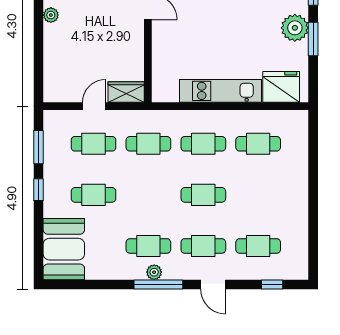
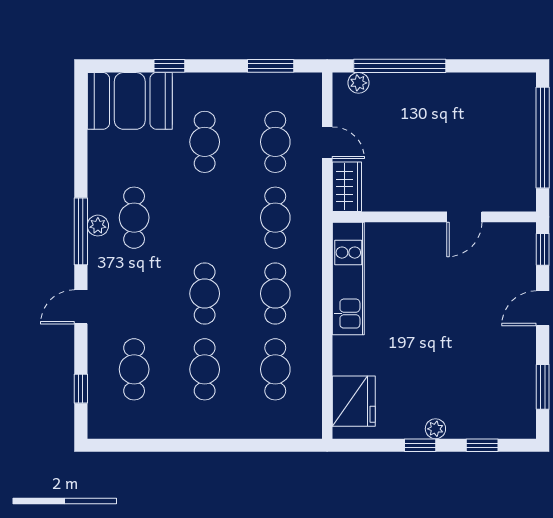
plant: (51, 15) -> (358, 83), moved
plant: (295, 28) -> (435, 429), width x0.53, depth x0.53
window: (313, 39) -> (420, 445), width x0.67
window: (39, 54) -> (400, 66), added
kitchen unit: (220, 91) -> (348, 279), moved
window: (39, 190) -> (169, 66), moved
cafe table: (203, 246) -> (205, 369), moved

